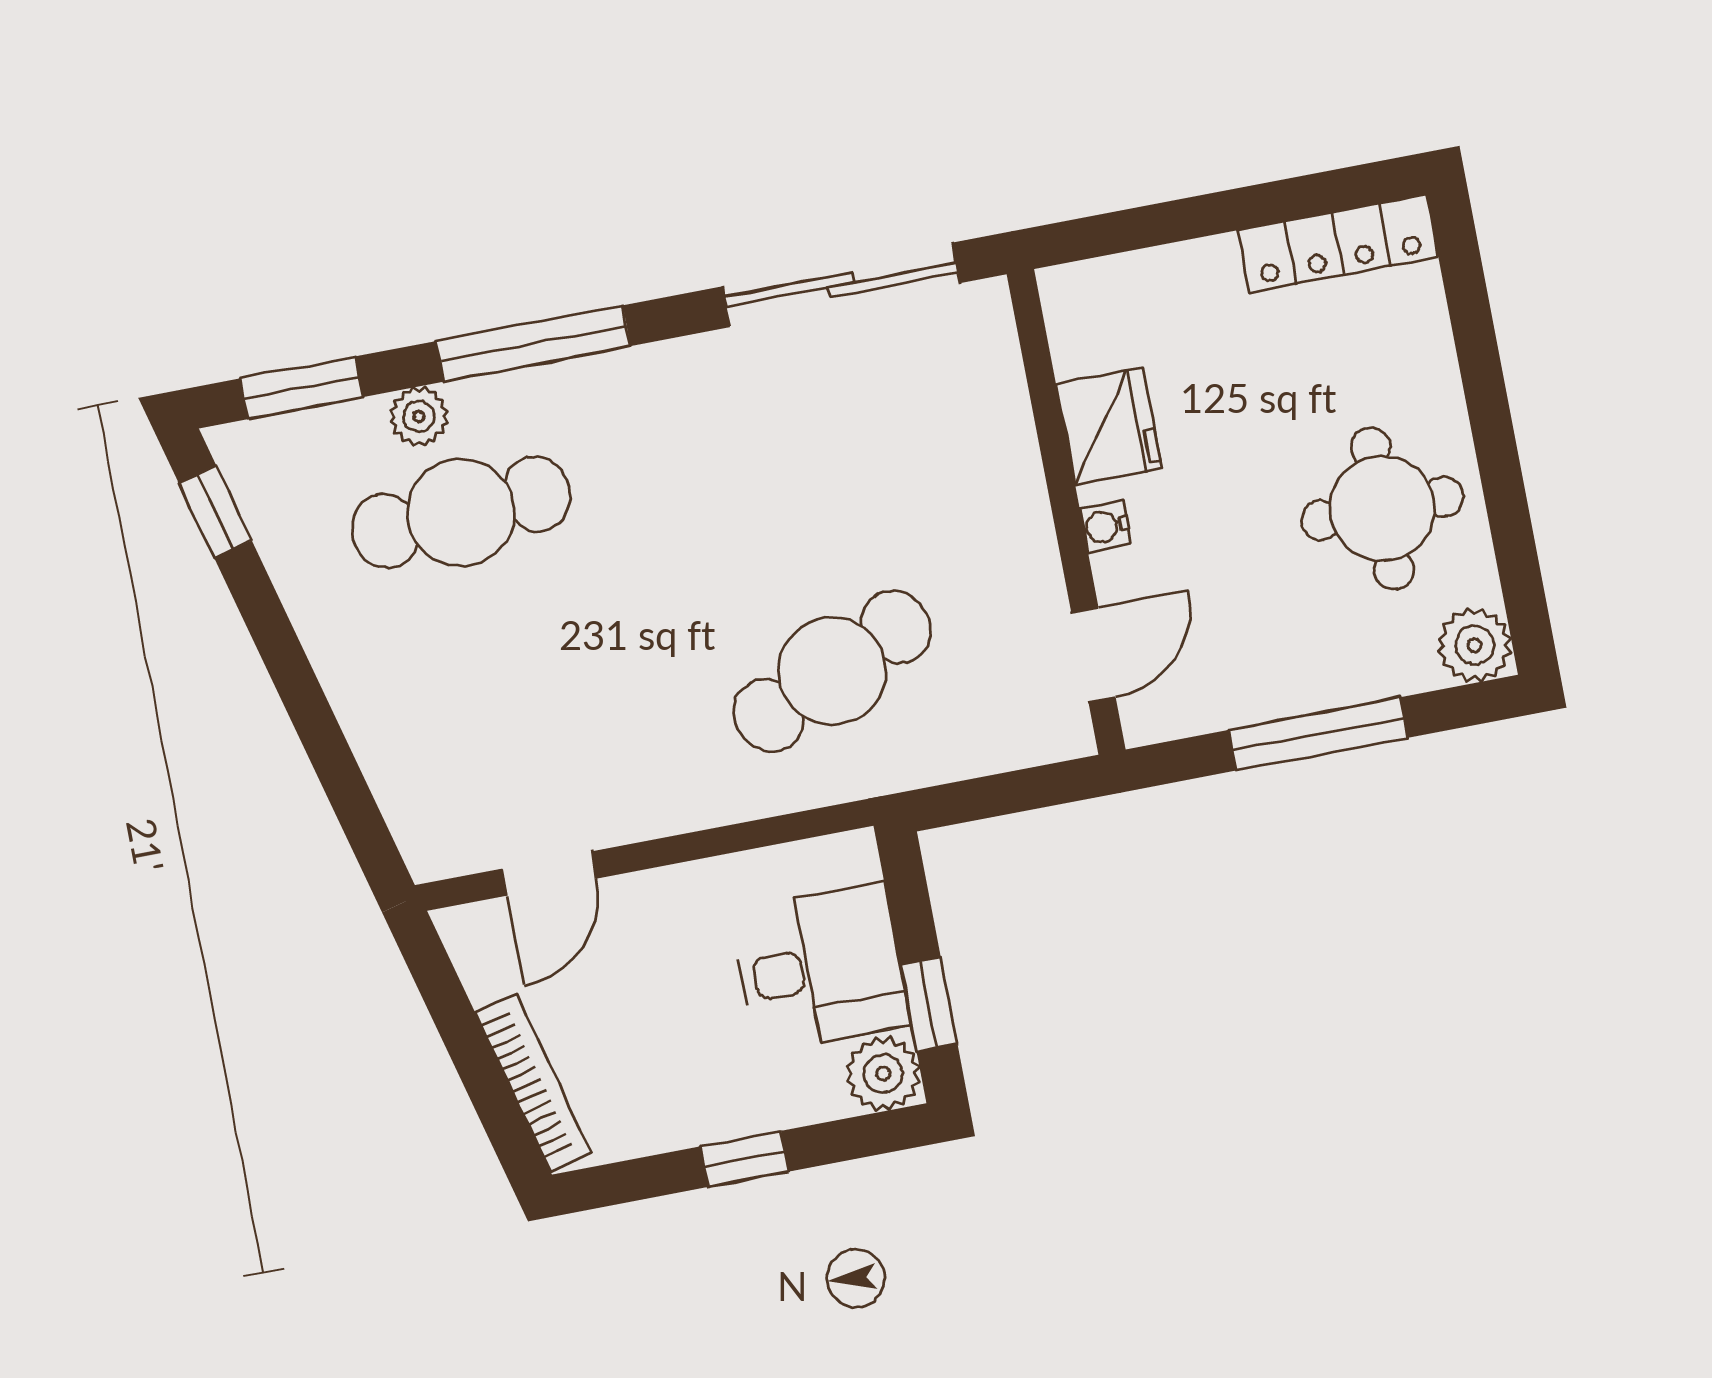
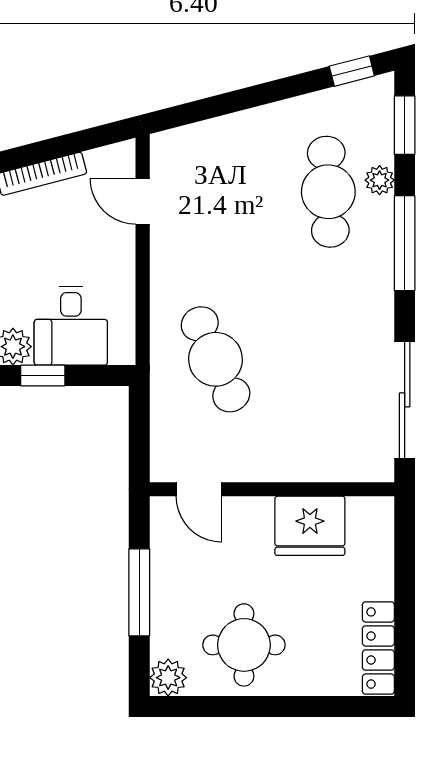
fridge: (1109, 426) -> (310, 526), width x1.36, depth x1.34
water cooler: (1105, 526) -> (261, 507), removed

